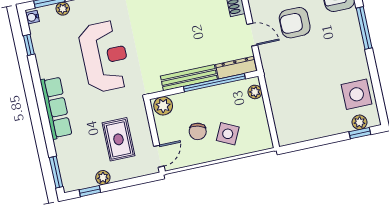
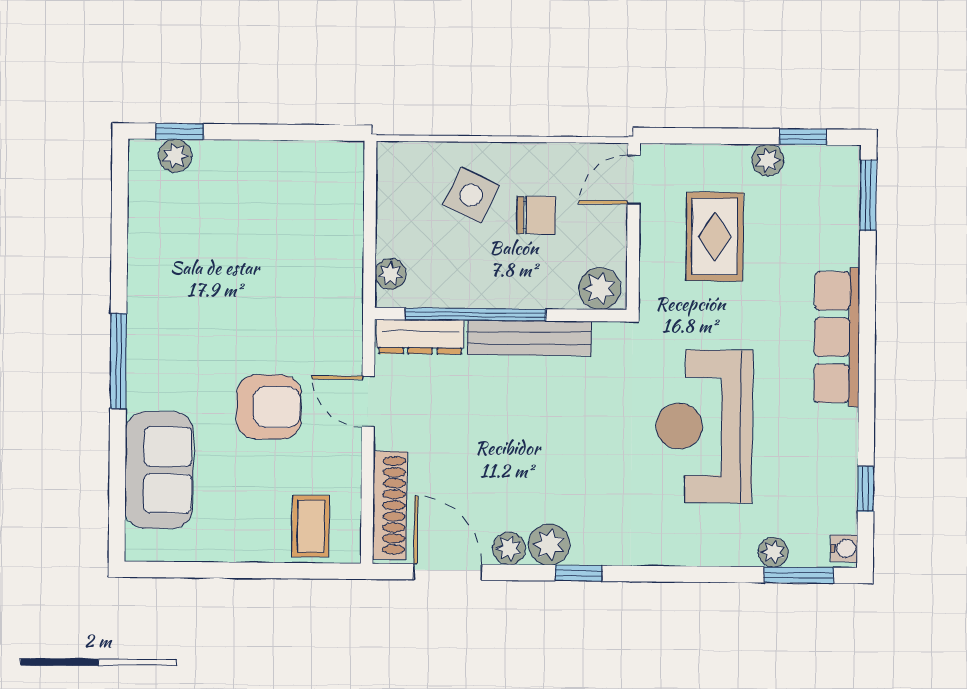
side table: (357, 94) -> (168, 219), removed
chair: (198, 131) -> (536, 215), turned 76

